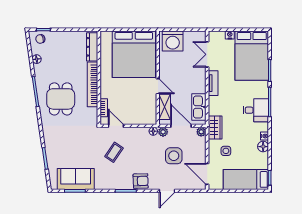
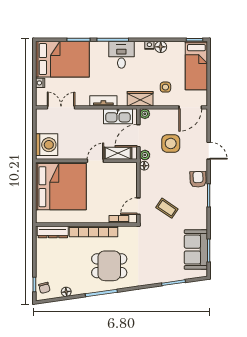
double door: (207, 54) -> (61, 107), swing flipped
tv unit: (213, 83) -> (103, 101), moved

